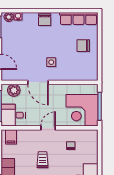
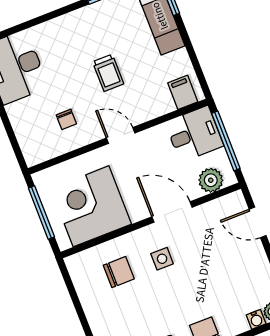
chair: (83, 46) -> (119, 272), moved
corner desk: (82, 110) -> (91, 206), moved, turned -90
door: (48, 128) -> (121, 136), swing flipped

